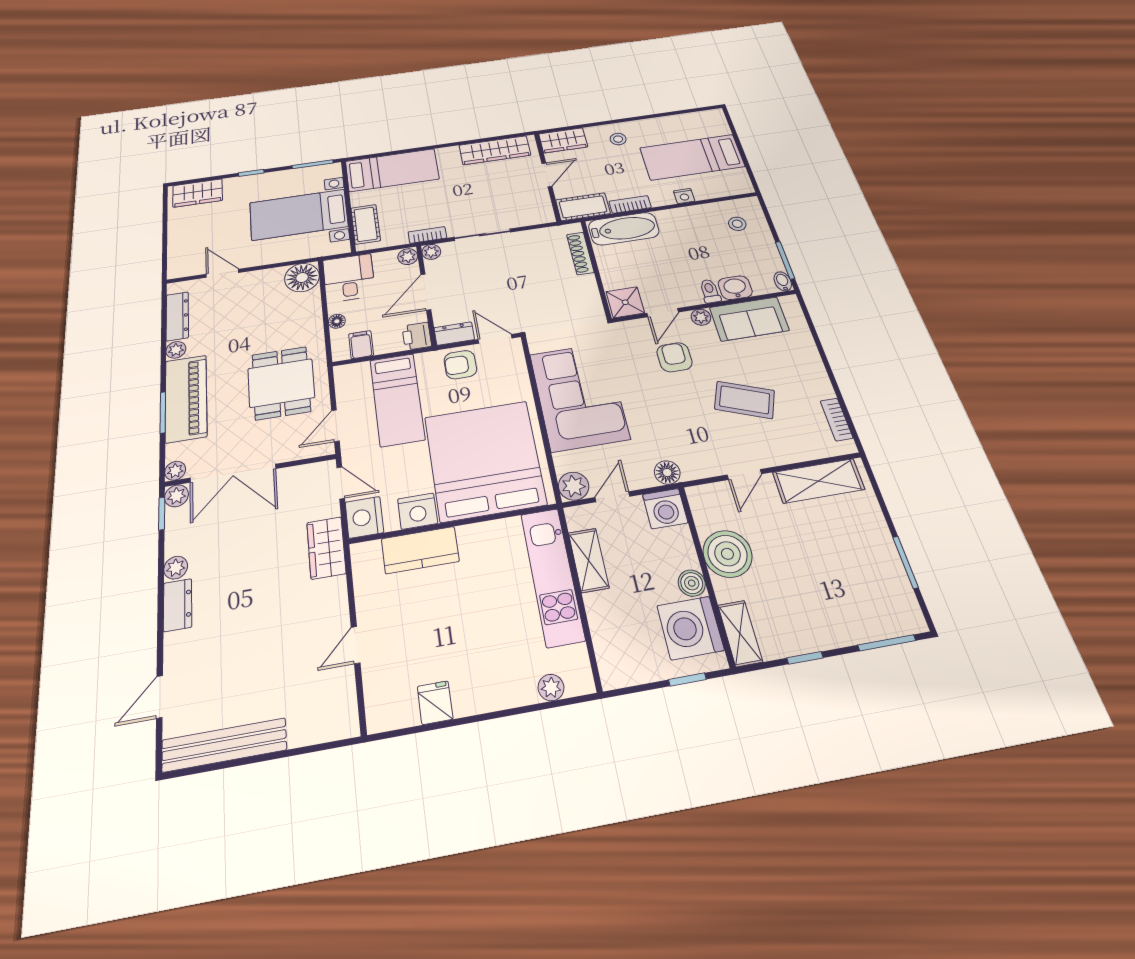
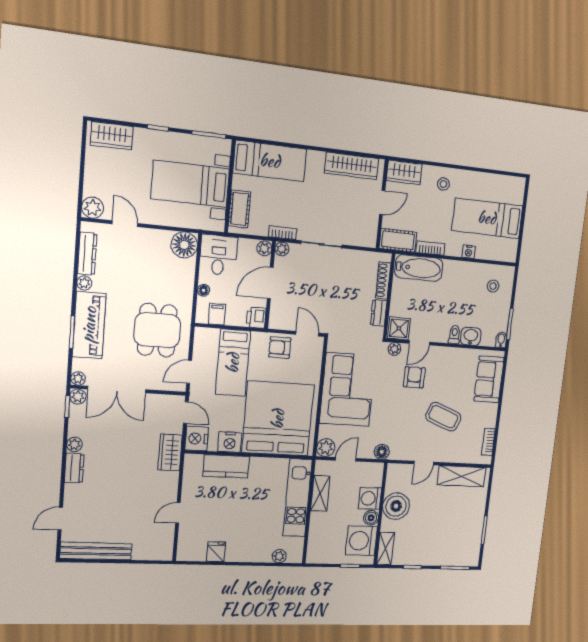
plant: (180, 267) -> (93, 208), added
plant: (701, 317) -> (394, 349), moved
sofa: (749, 319) -> (489, 379), moved, turned 90
dresser: (454, 334) -> (379, 313), moved, turned -90
washing machine: (665, 509) -> (370, 498), moved, turned 90

